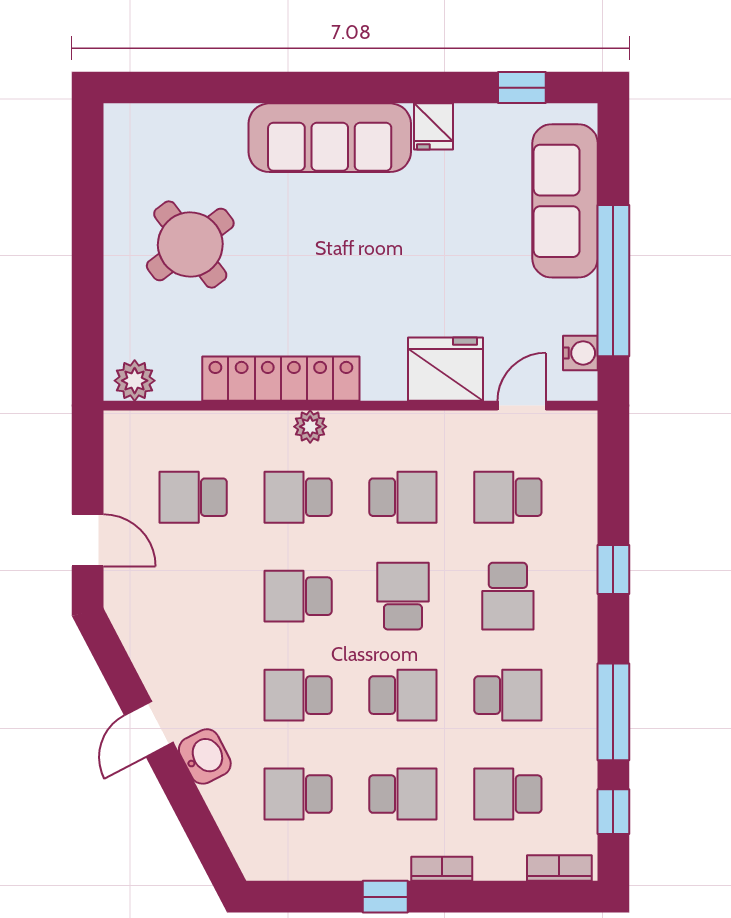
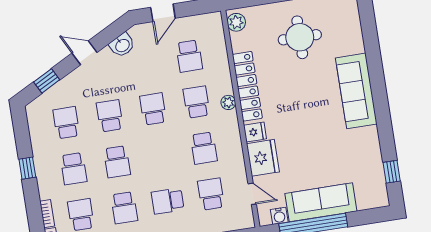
fridge: (434, 126) -> (255, 132), moved, turned 180
sofa: (565, 201) -> (321, 202), moved
round table: (190, 244) -> (300, 37), turned 37
school desk: (193, 497) -> (189, 56), turned 180
school desk: (403, 596) -> (160, 155), removed
washbasin: (205, 756) -> (122, 45), moved
window: (198, 823) -> (47, 81), added
bookcase: (442, 869) -> (47, 214), moved

